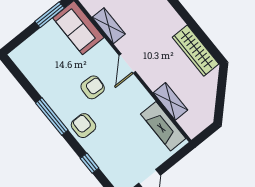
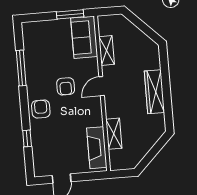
wardrobe: (195, 51) -> (154, 92), moved
armchair: (93, 87) -> (66, 86), turned 87
window: (52, 116) -> (21, 68), moved

